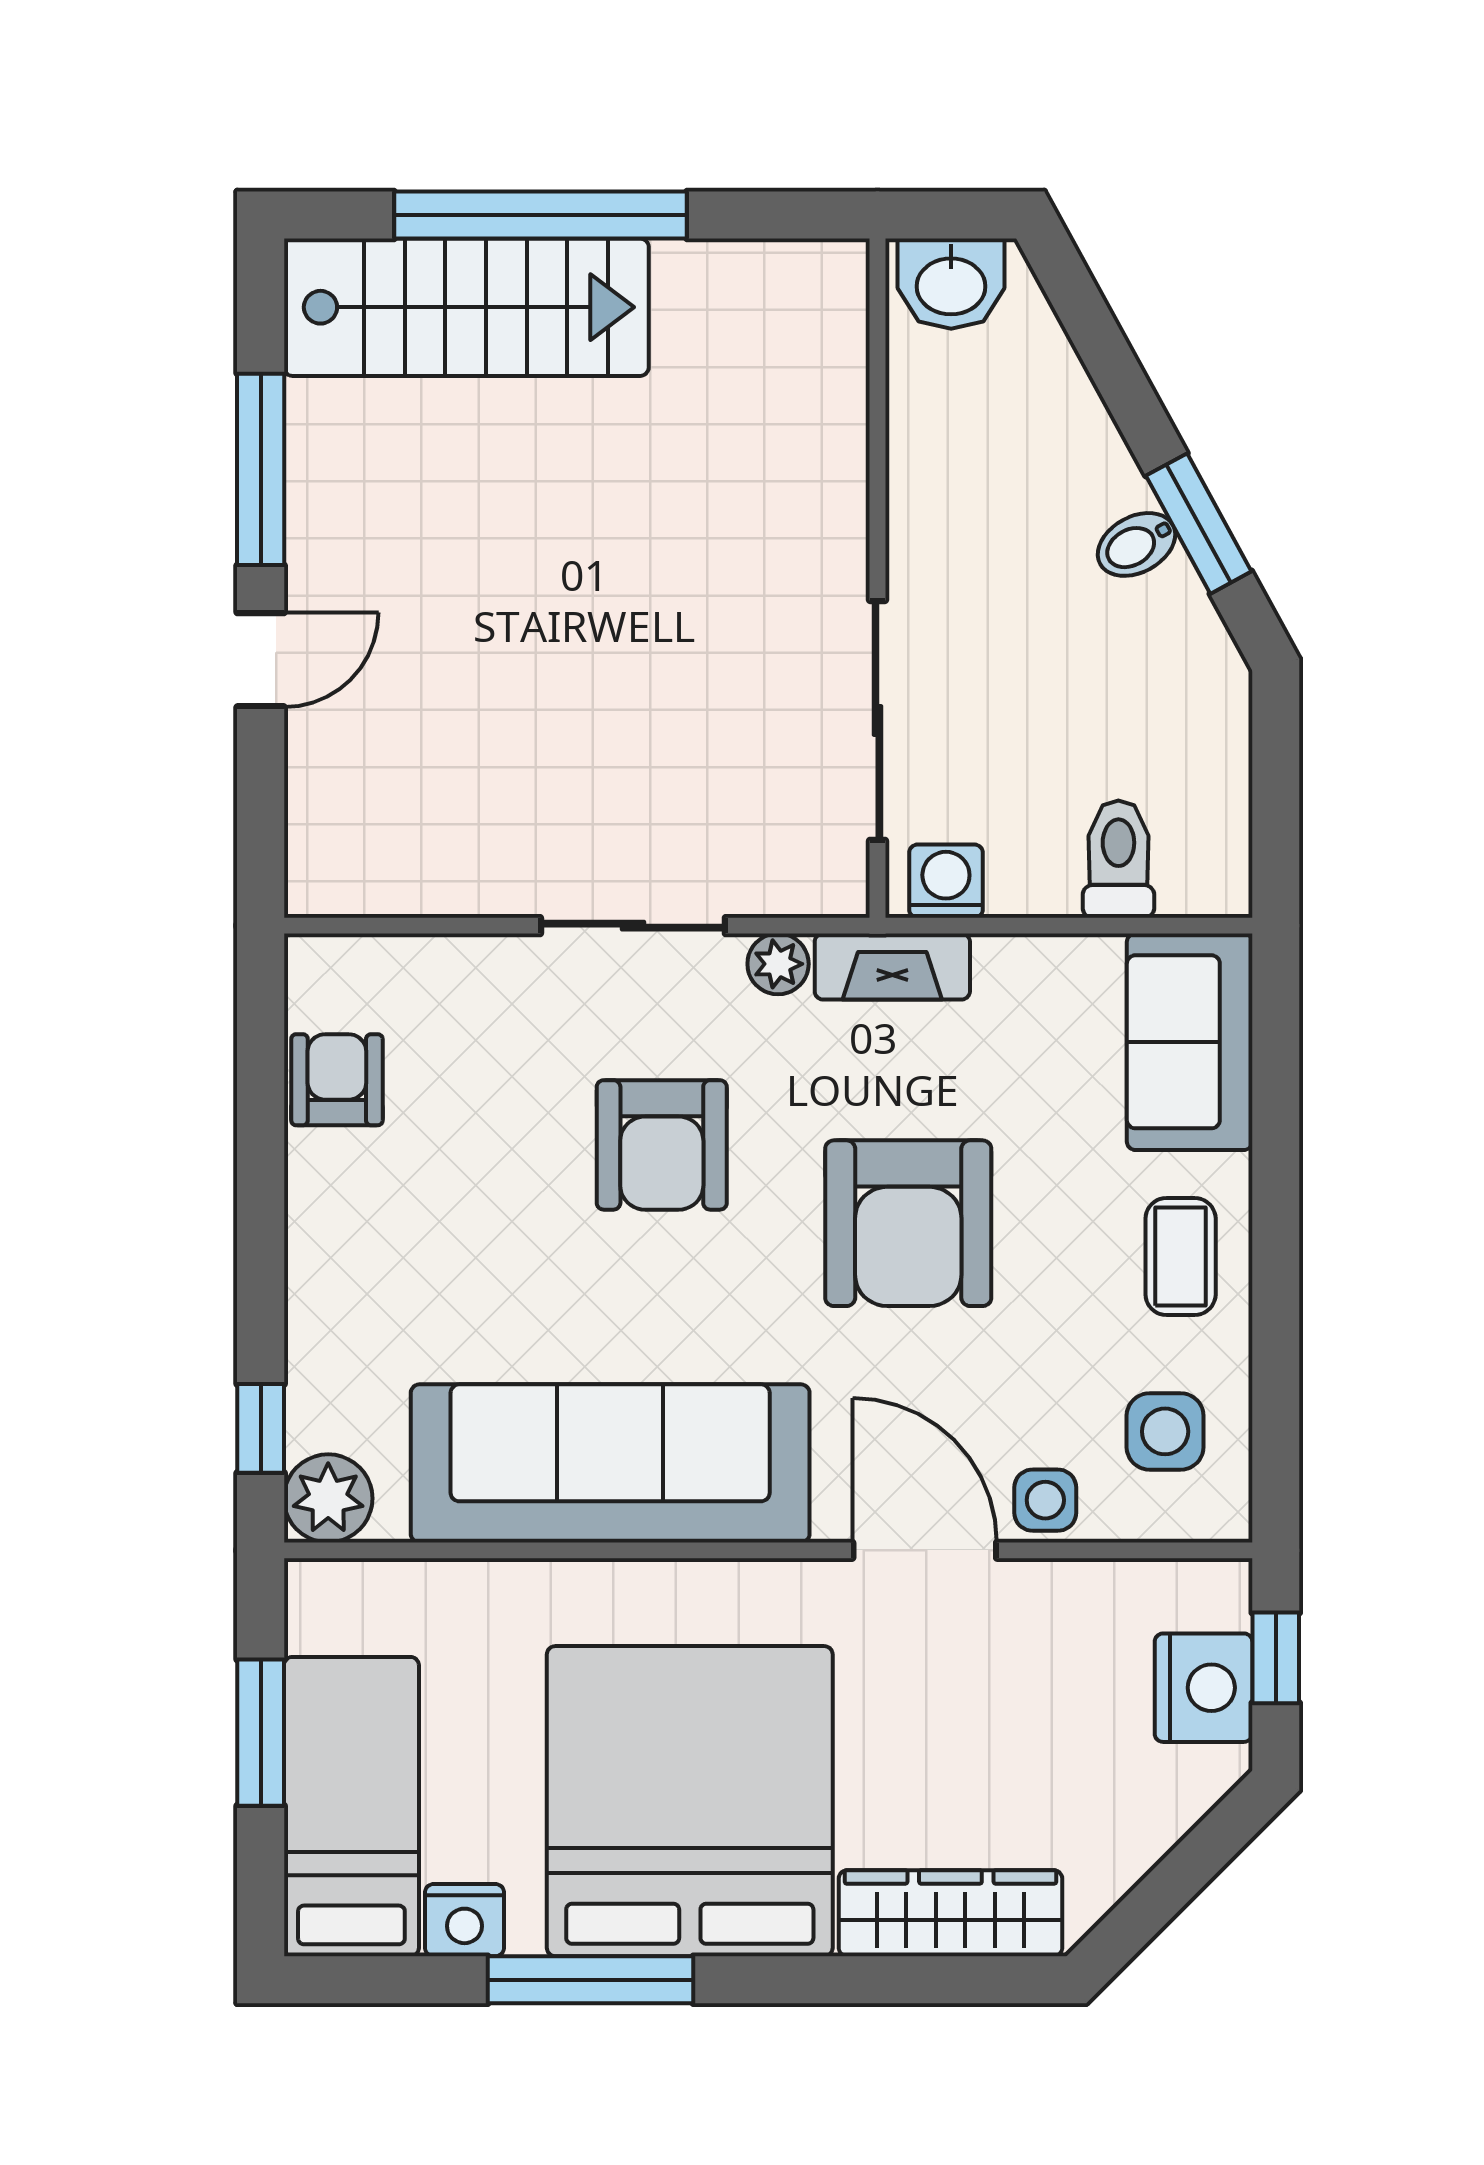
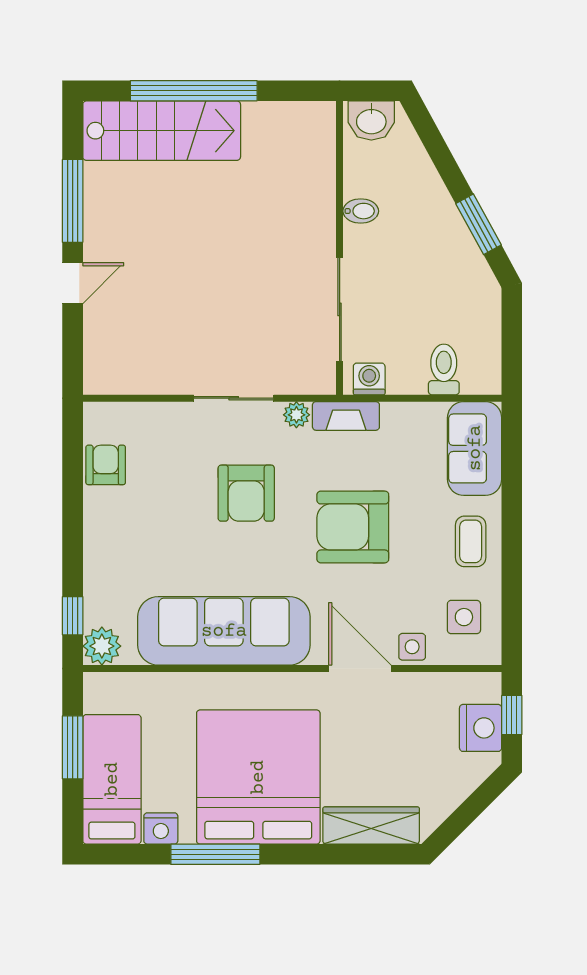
bidet: (1136, 544) -> (361, 211), moved, turned -151
armchair: (908, 1223) -> (353, 527), turned 90

